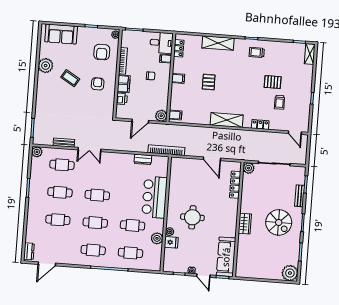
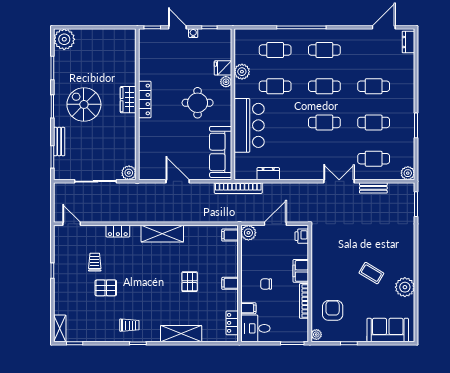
armchair: (98, 84) -> (335, 268), removed
printer: (122, 99) -> (302, 236), moved
locker: (235, 185) -> (145, 99), moved
sofa: (226, 257) -> (221, 152), moved, turned 180

